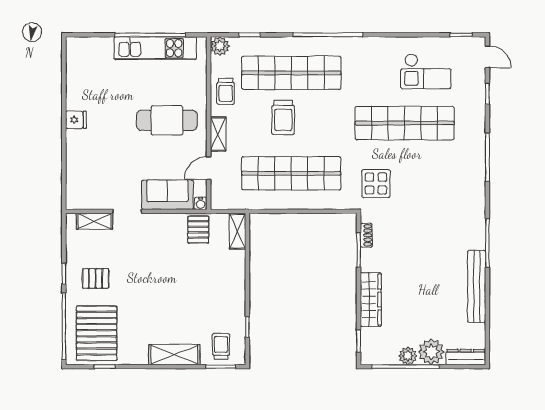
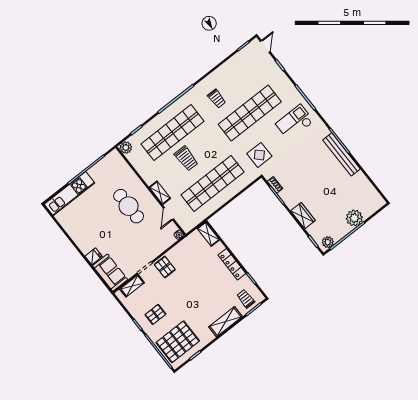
kitchen unit: (155, 48) -> (69, 194), moved
door: (487, 57) -> (265, 46), hinge flipped
checkout: (426, 71) -> (295, 122), moved, turned 180
trolley: (226, 91) -> (217, 99), moved
fridge: (76, 120) -> (94, 256), moved
cafe table: (167, 120) -> (129, 206), turned 90
sofa: (167, 195) -> (110, 273), moved, turned 90
pallet: (198, 230) -> (165, 267), moved
bench: (477, 286) -> (341, 154), moved
locker: (237, 291) -> (232, 264), added
wardrobe: (371, 300) -> (303, 216), width x0.67
pallet: (97, 333) -> (178, 342), turned 90
plant: (408, 356) -> (328, 242), moved
dresser: (466, 357) -> (374, 207), removed

